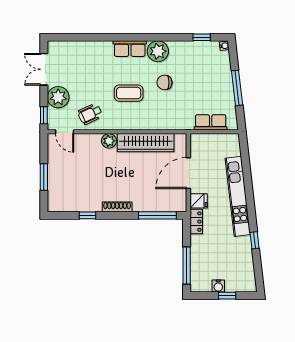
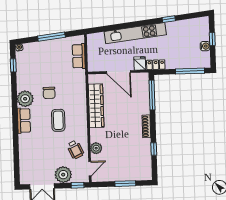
plant: (109, 141) -> (96, 148), moved

